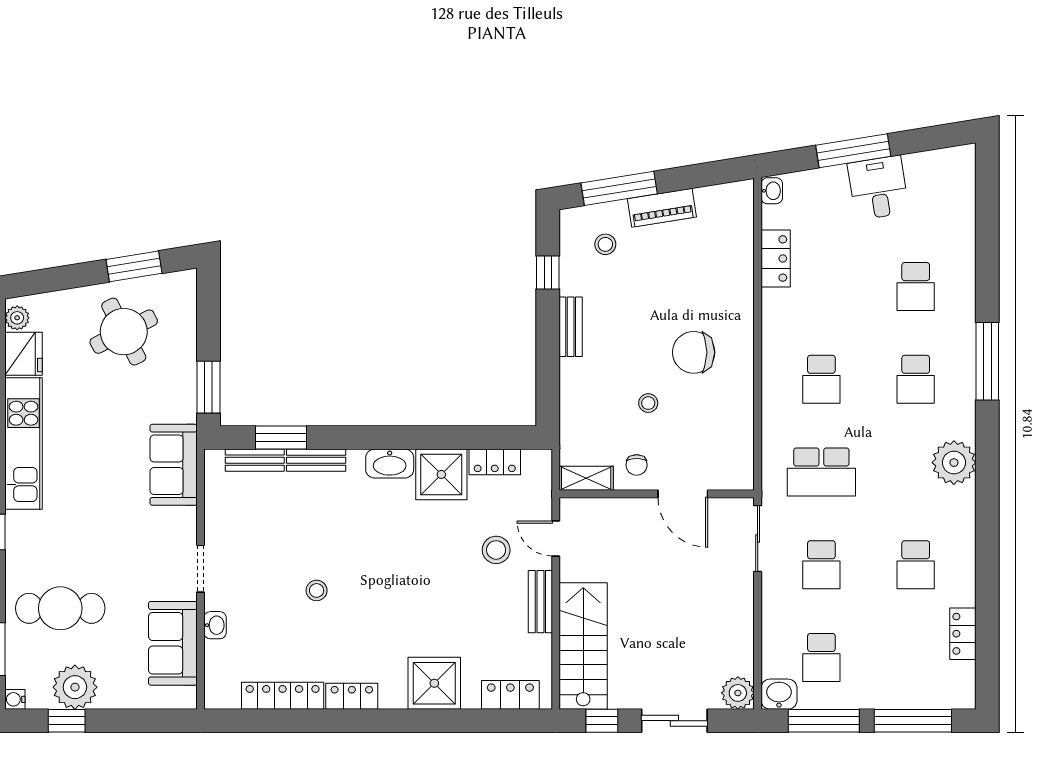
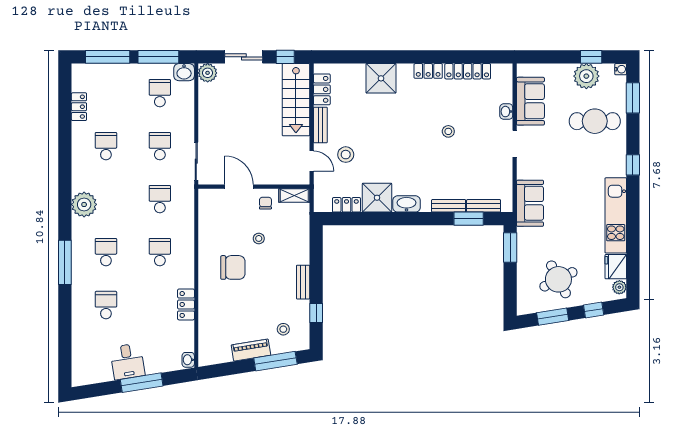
locker: (776, 258) -> (186, 304), moved
window: (62, 278) -> (594, 310), added
school desk: (821, 472) -> (160, 199), width x0.54
locker: (510, 695) -> (322, 89), moved, turned -90

